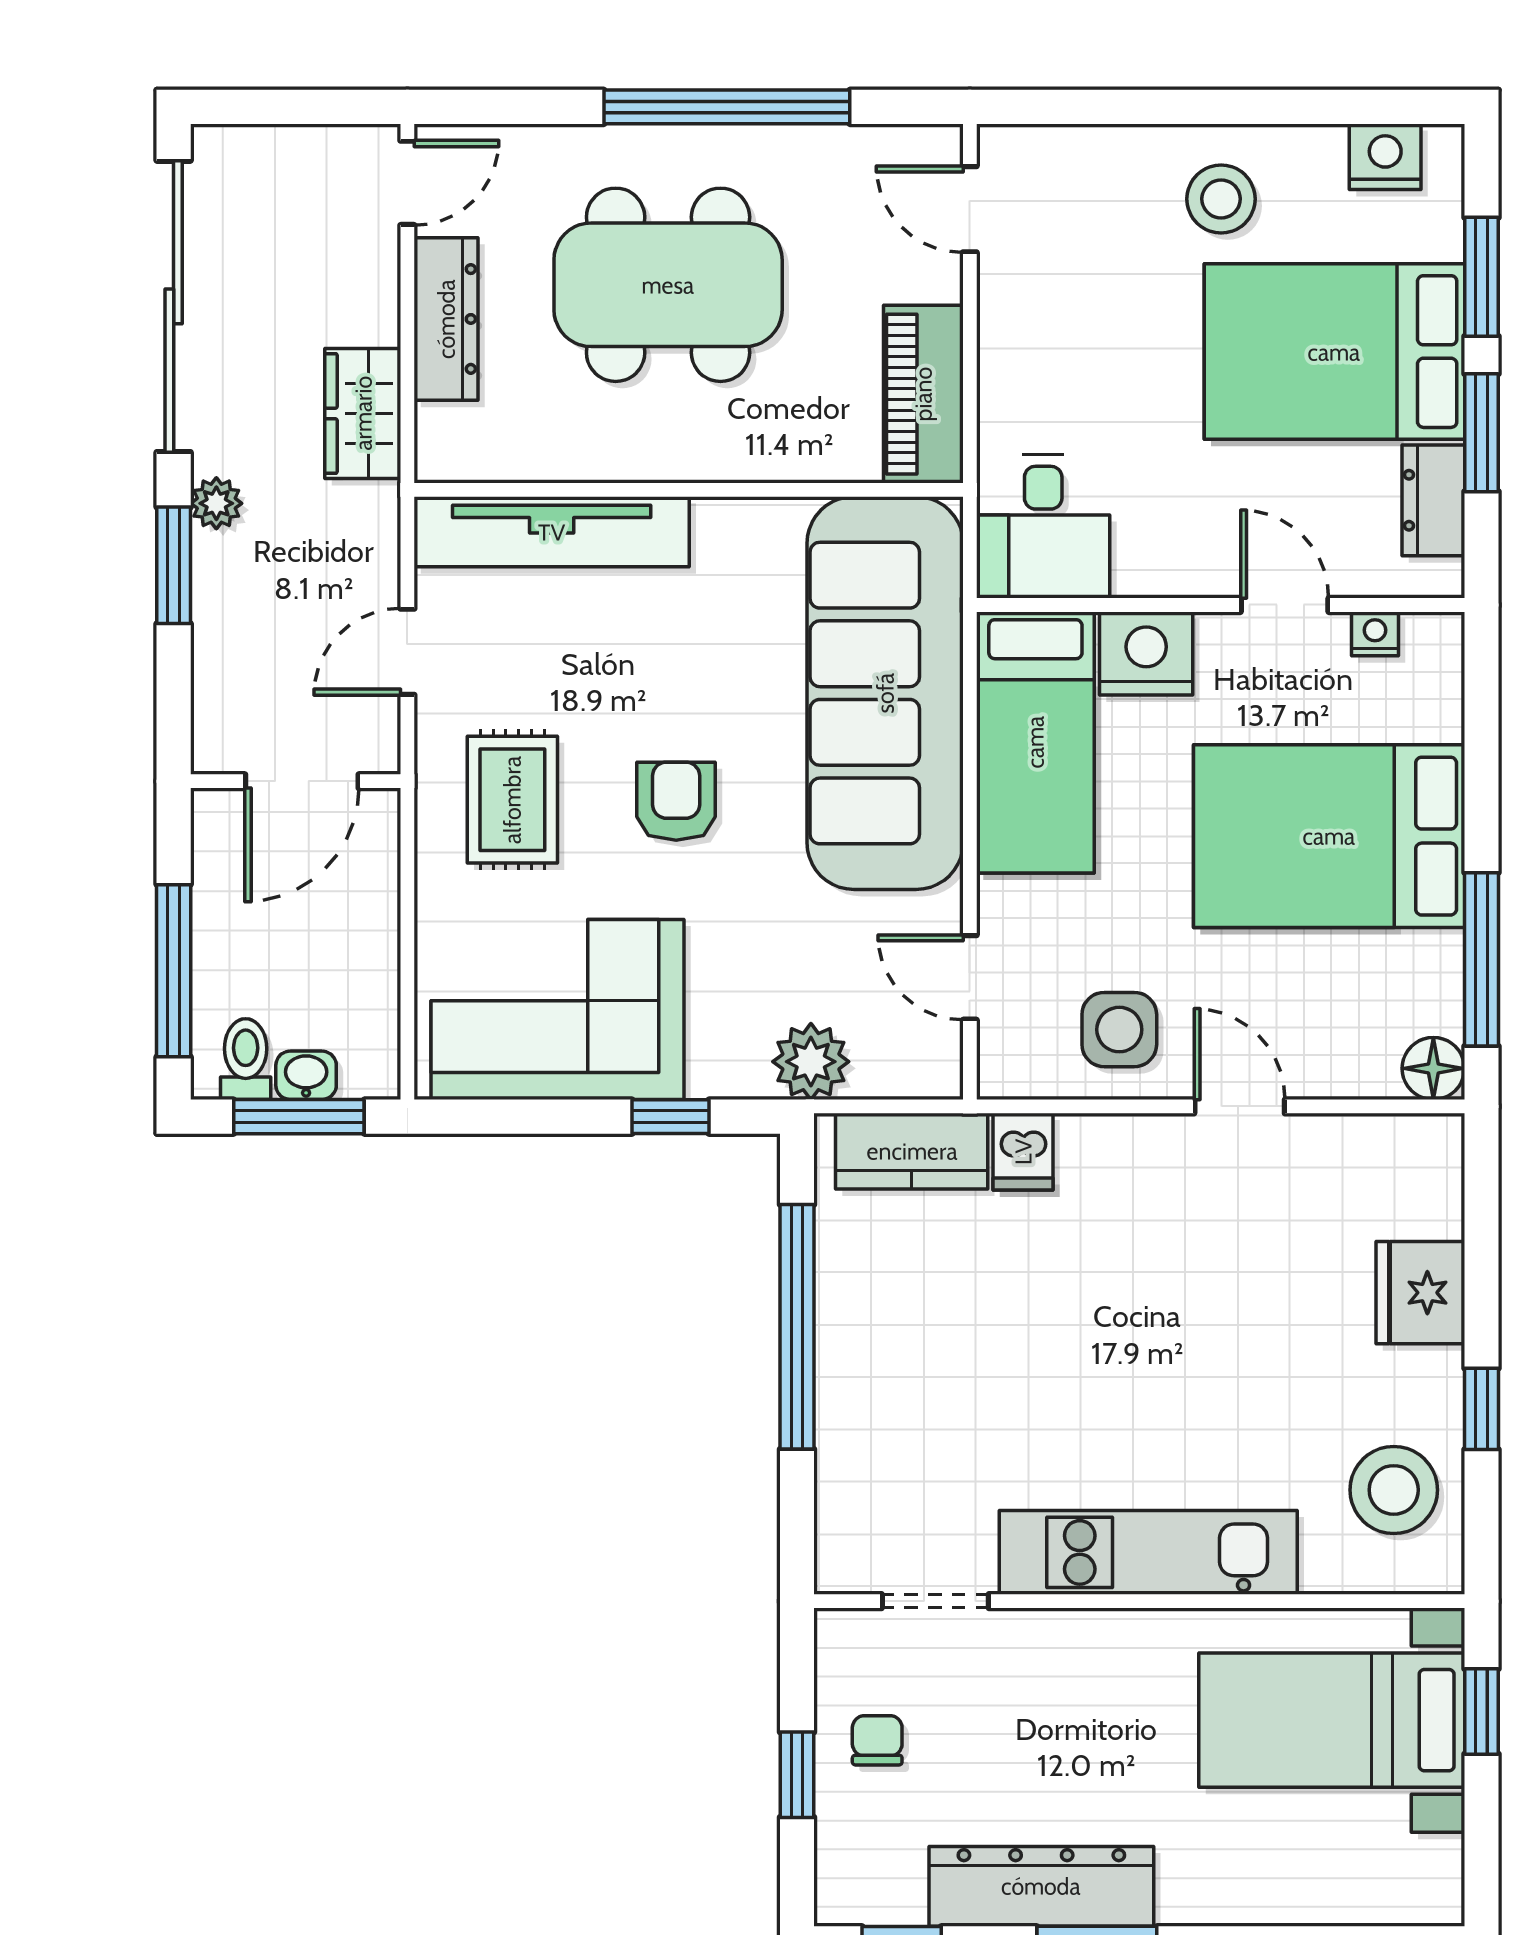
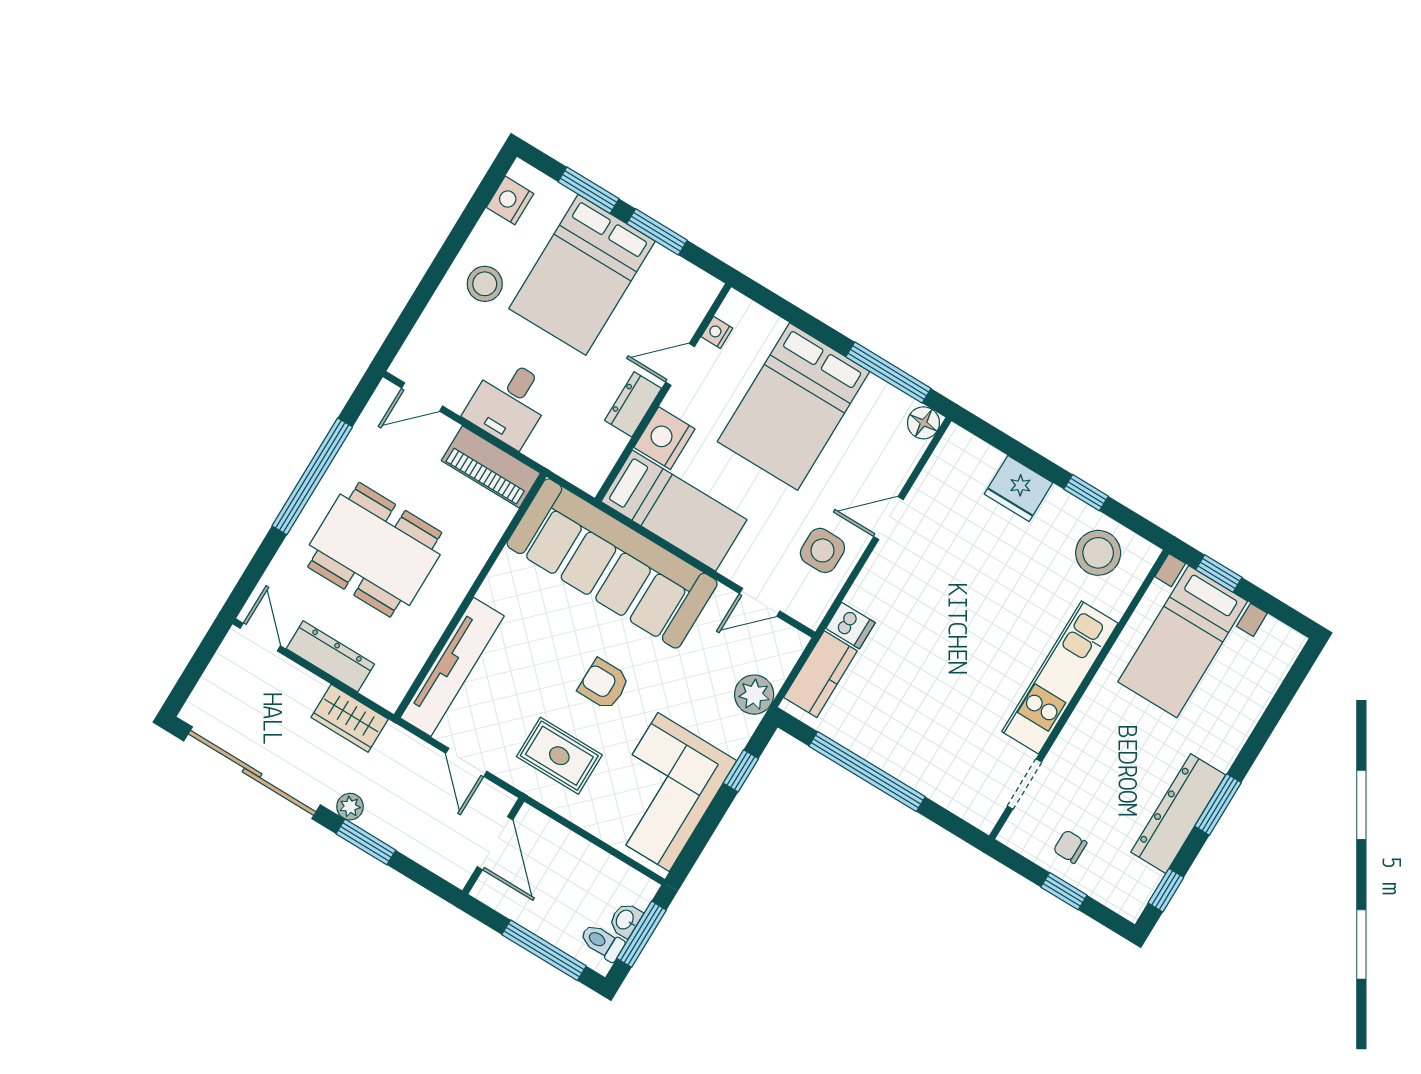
dining table: (668, 285) -> (375, 550), turned 90
dresser: (1433, 500) -> (633, 404), moved, turned 90
desk: (1043, 526) -> (509, 403), moved, turned 90

